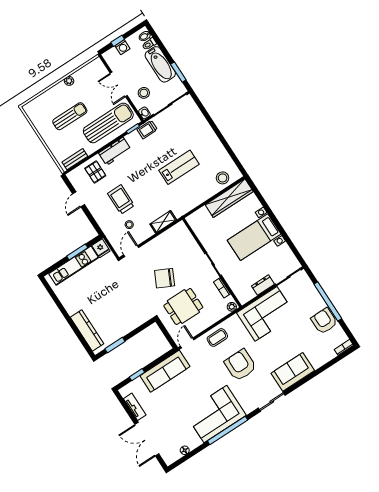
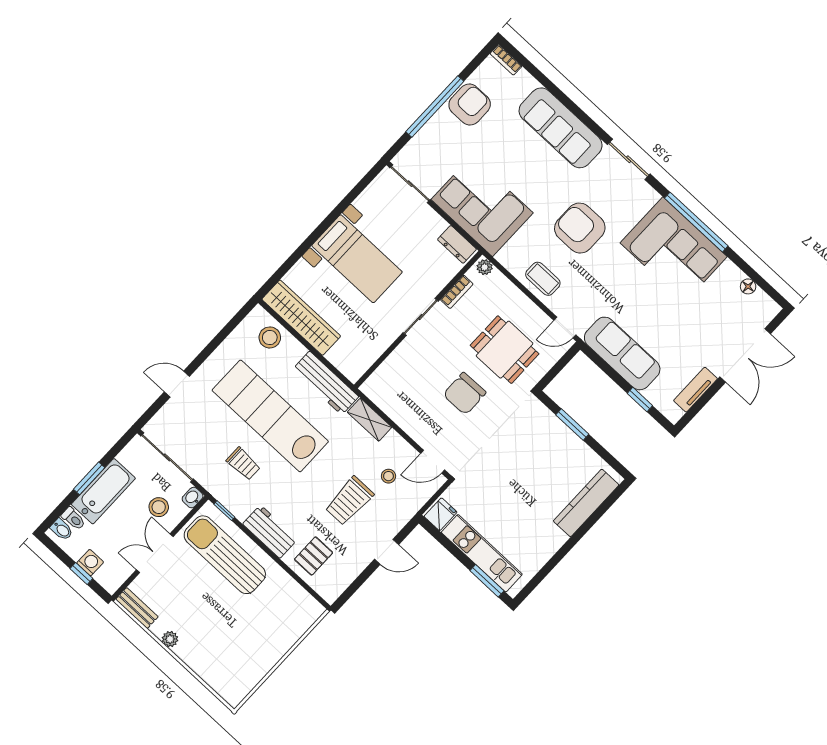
window: (178, 72) -> (89, 478), moved
double door: (119, 84) -> (155, 553), swing flipped
sun lounger: (70, 116) -> (230, 623), removed
door: (210, 120) -> (177, 384), added
trolley: (147, 130) -> (243, 464), moved
bench: (75, 159) -> (137, 608), moved
lab bench: (179, 167) -> (270, 416), width x1.86, depth x1.39
door: (79, 199) -> (387, 552), moved
workbench: (190, 203) -> (326, 383), added
window: (77, 252) -> (487, 581), moved
chair: (165, 278) -> (465, 394), turned 63
dresser: (263, 285) -> (457, 244), moved
armchair: (324, 321) -> (470, 105), turned 180
window: (115, 345) -> (572, 424), moved
armchair: (240, 365) -> (580, 228), turned 90
sofa: (293, 372) -> (561, 128), width x1.36

